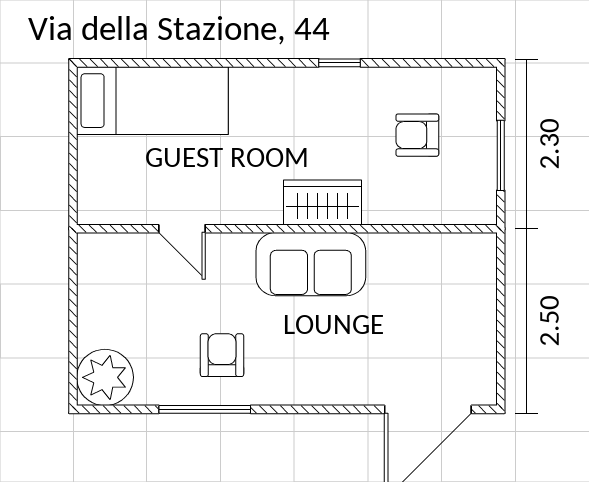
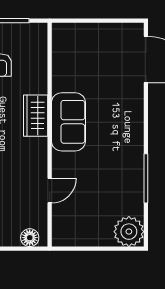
floor lamp: (94, 191) -> (30, 238), added
armchair: (222, 355) -> (117, 169), removed

